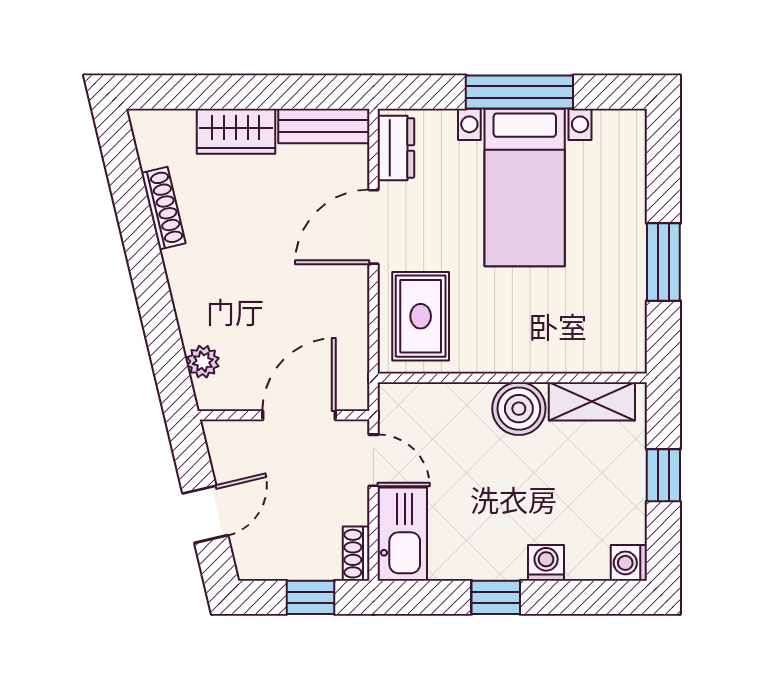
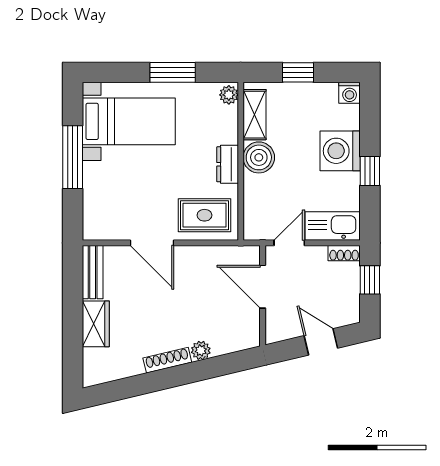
dresser: (396, 148) -> (228, 164), moved, turned -90
bed with nightstands: (525, 187) -> (129, 121), moved
shoe rack: (163, 208) -> (167, 360), moved
plant: (625, 358) -> (229, 95), added
plant: (203, 362) -> (201, 350), moved
washing machine: (546, 563) -> (340, 151), width x1.89, depth x1.89

